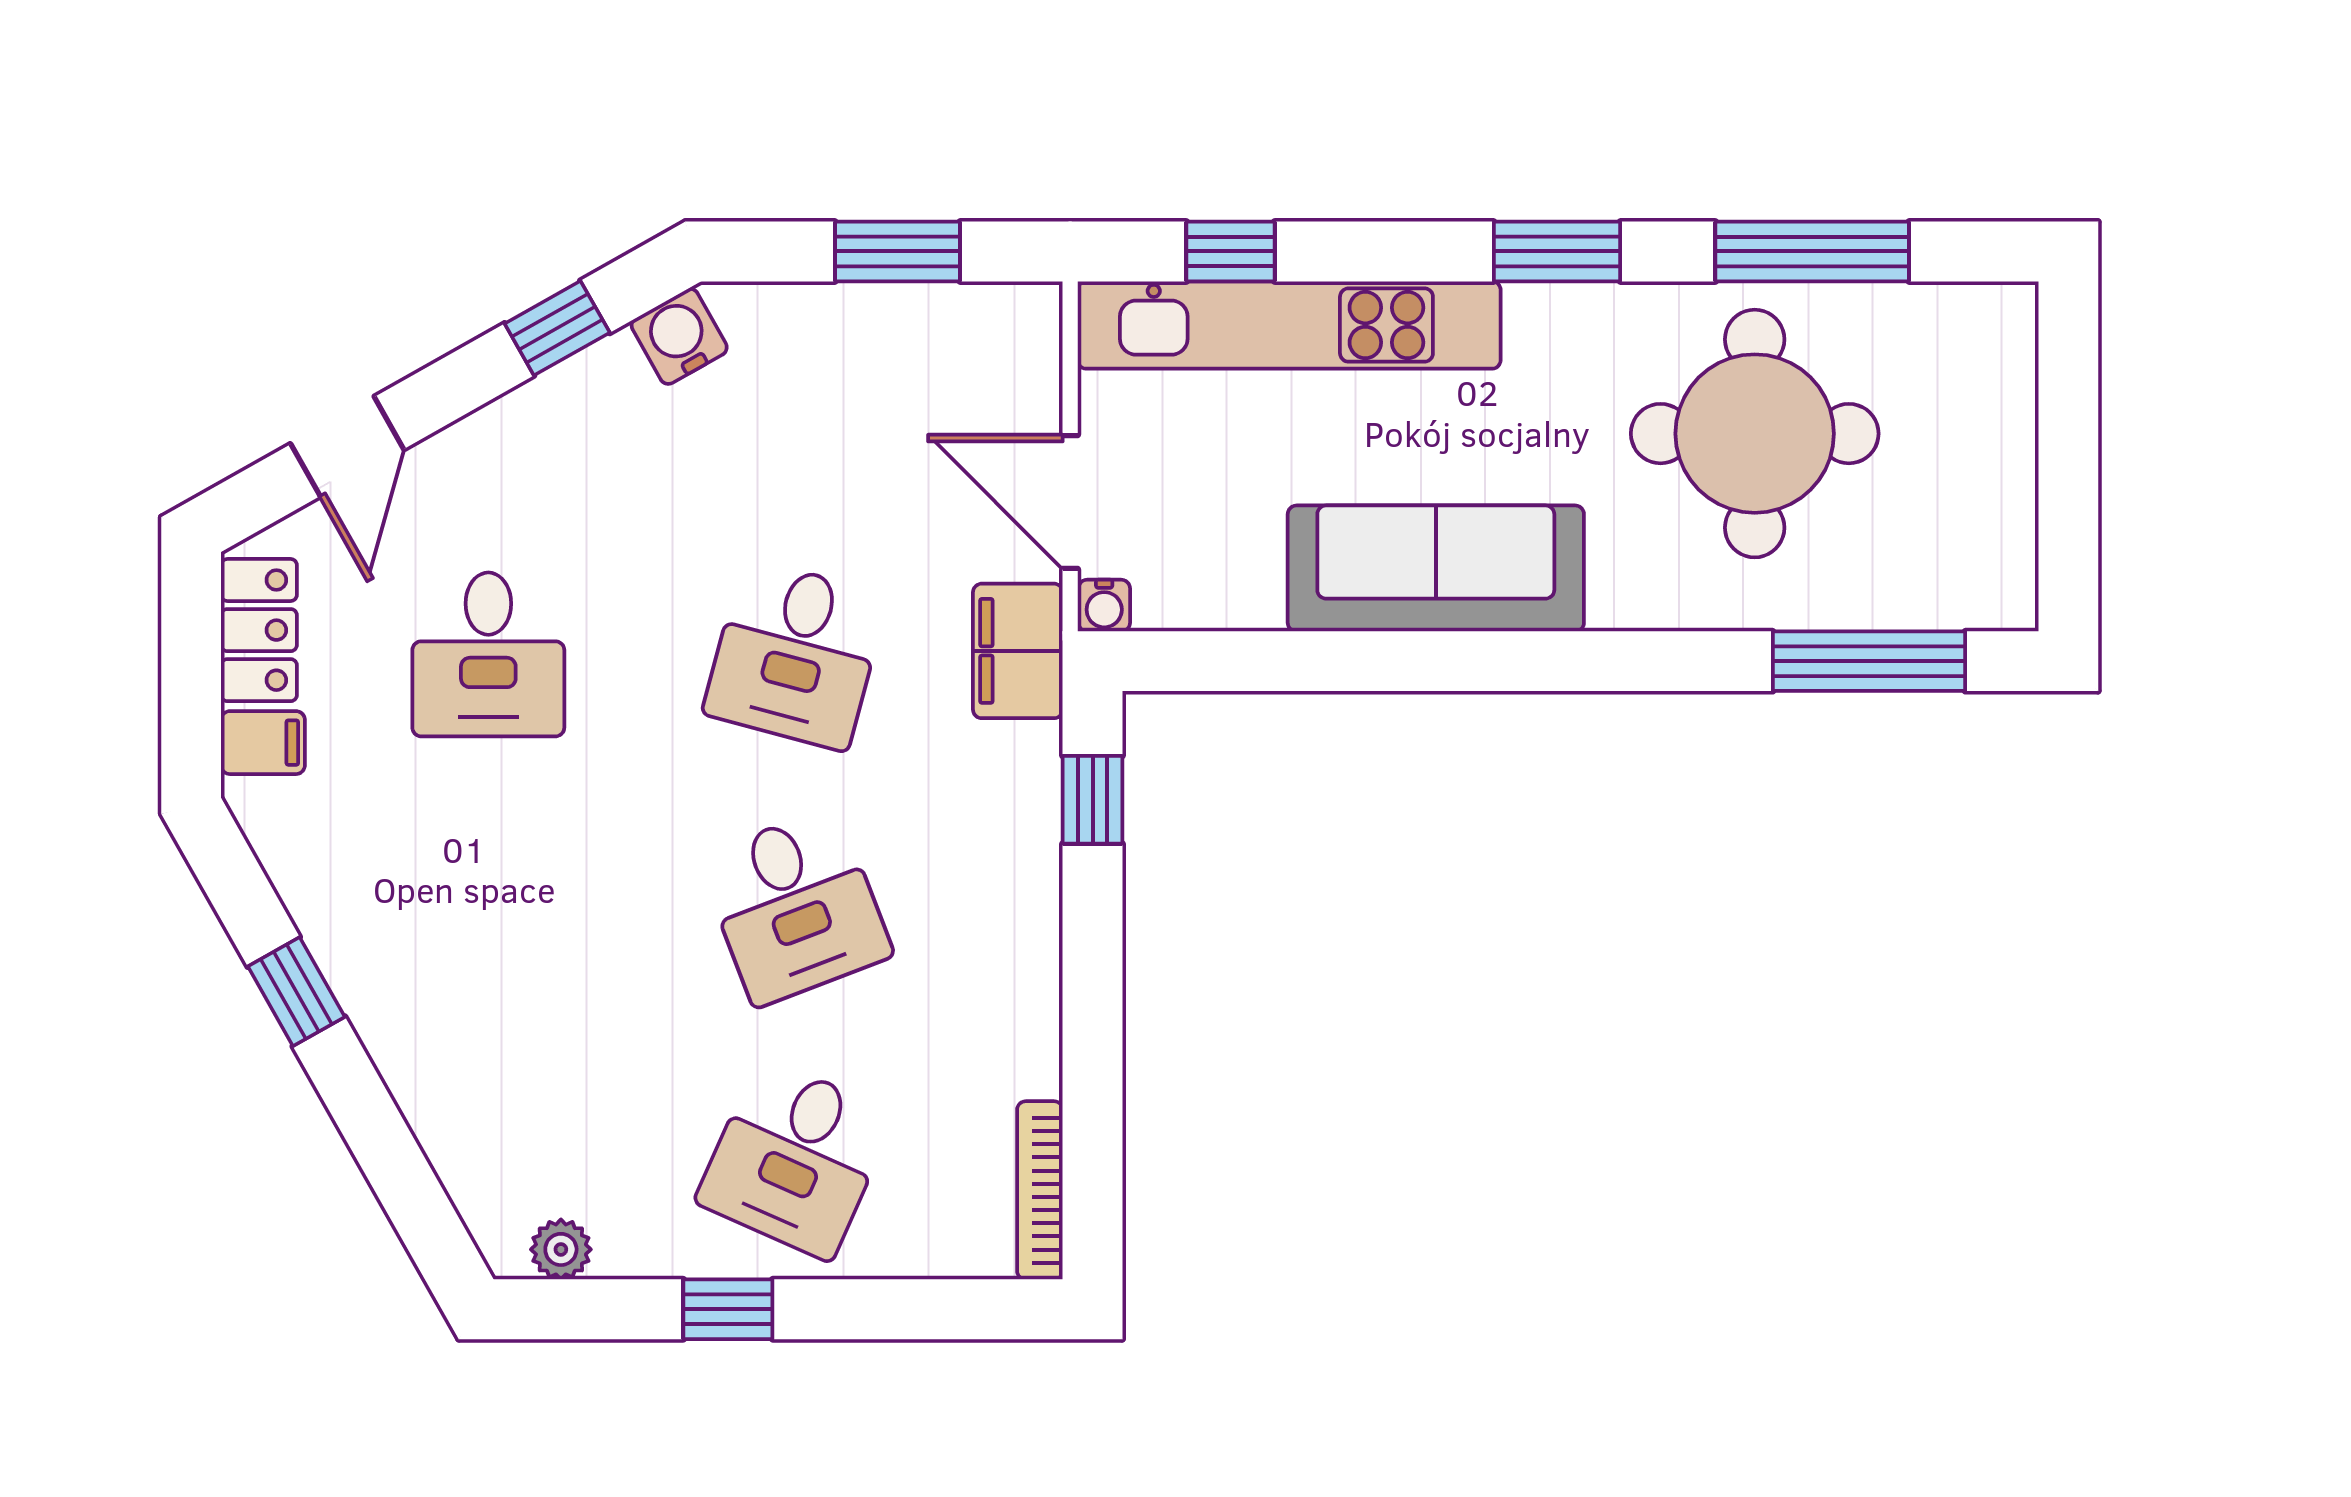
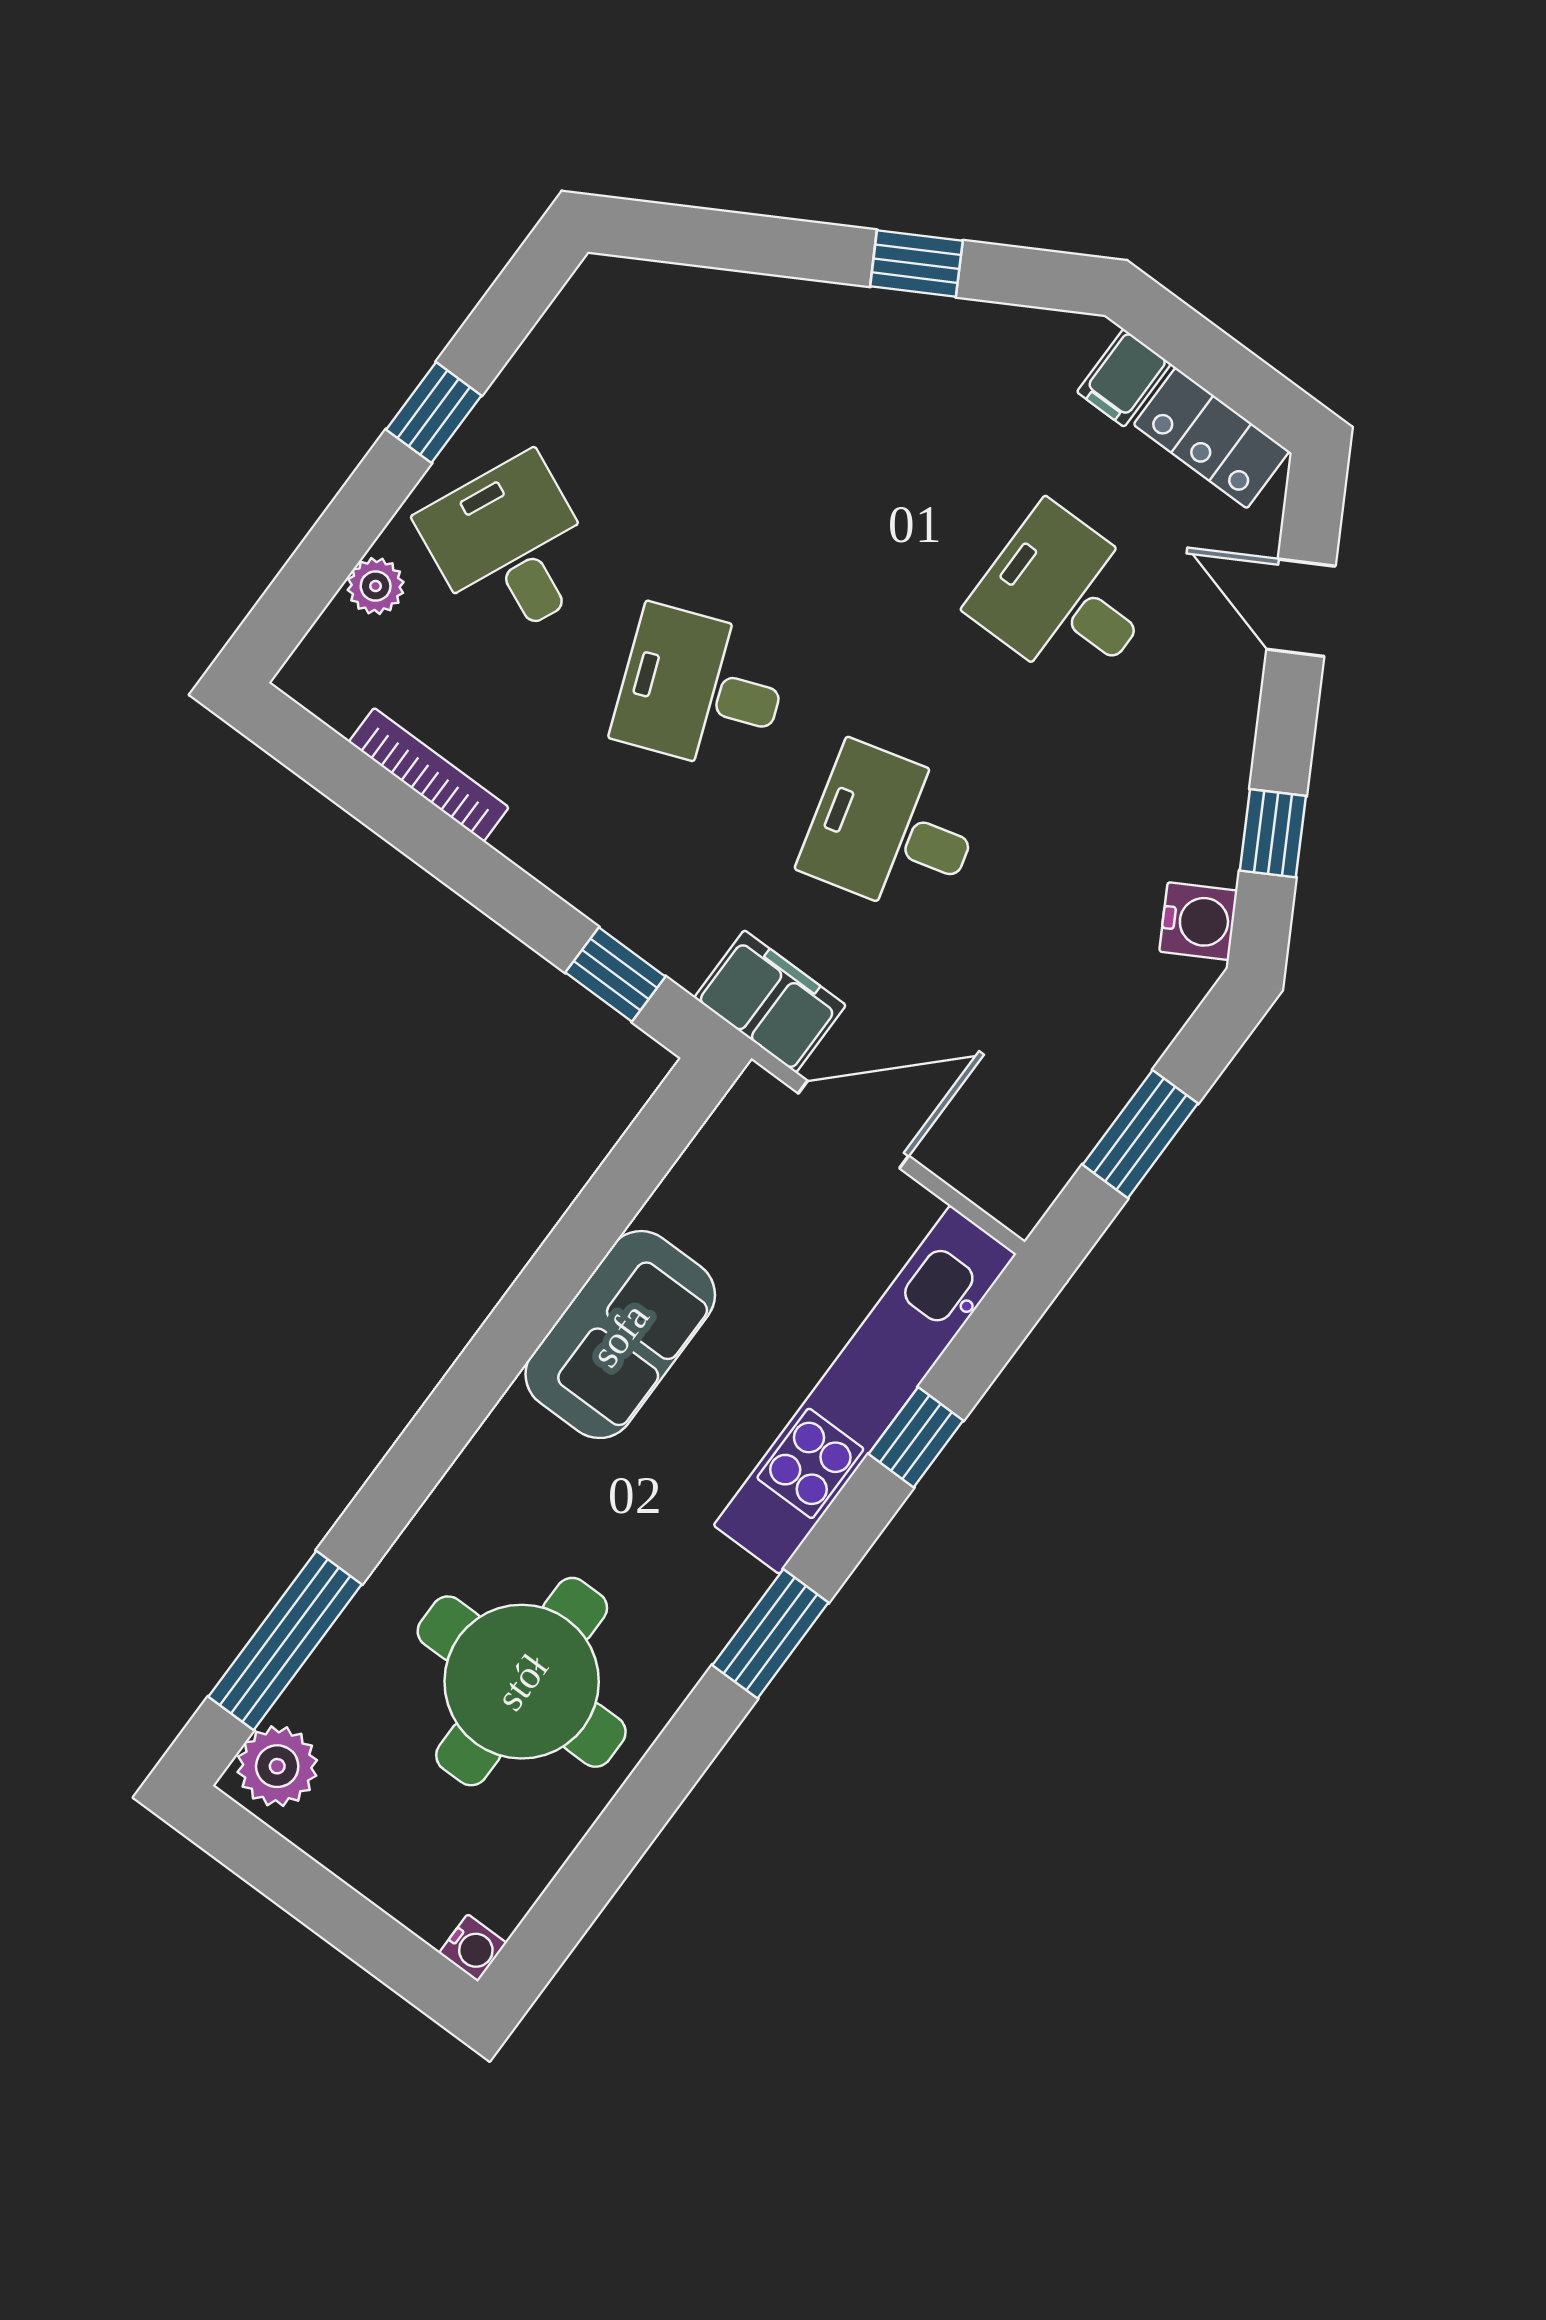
window: (1231, 251) -> (916, 1437), moved
window: (1812, 251) -> (627, 1827), removed
sofa: (1436, 568) -> (620, 1335), width x0.73
plant: (1981, 589) -> (277, 1766), added
water cooler: (1104, 606) -> (473, 1948), moved, turned 180
desk: (795, 654) -> (892, 831), turned -30
bookcase: (1040, 1190) -> (429, 775), moved
plant: (561, 1249) -> (376, 586), moved

